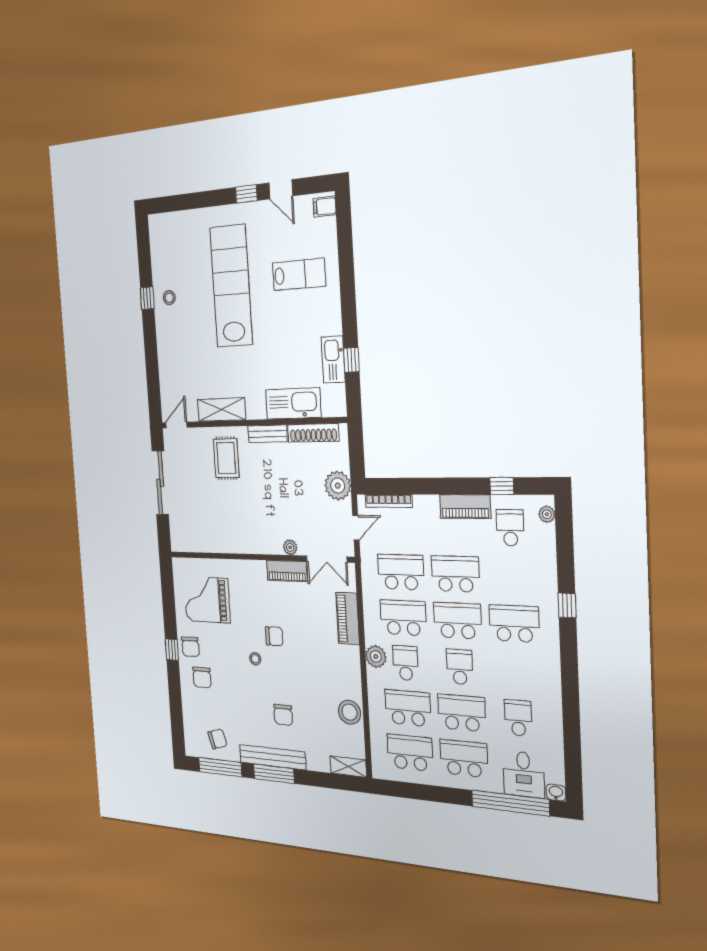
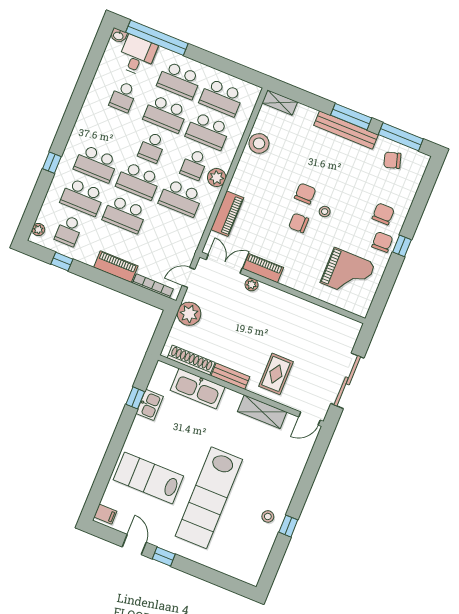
lab bench: (299, 274) -> (148, 478), width x1.36, depth x1.39
kitchen sink: (333, 359) -> (150, 405), width x0.73
piano: (465, 506) -> (116, 267), moved
school desk: (401, 572) -> (82, 197), moved
chair: (283, 715) -> (305, 194), moved

